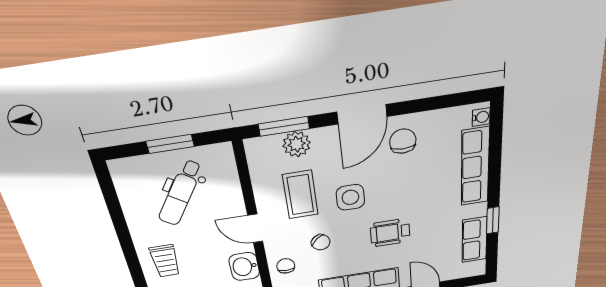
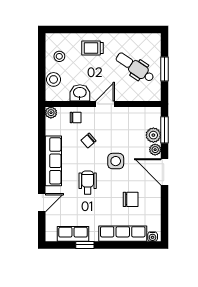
plant: (323, 137) -> (155, 150), added
chair: (403, 141) -> (131, 199), moved
coffee table: (300, 195) -> (122, 133), removed

